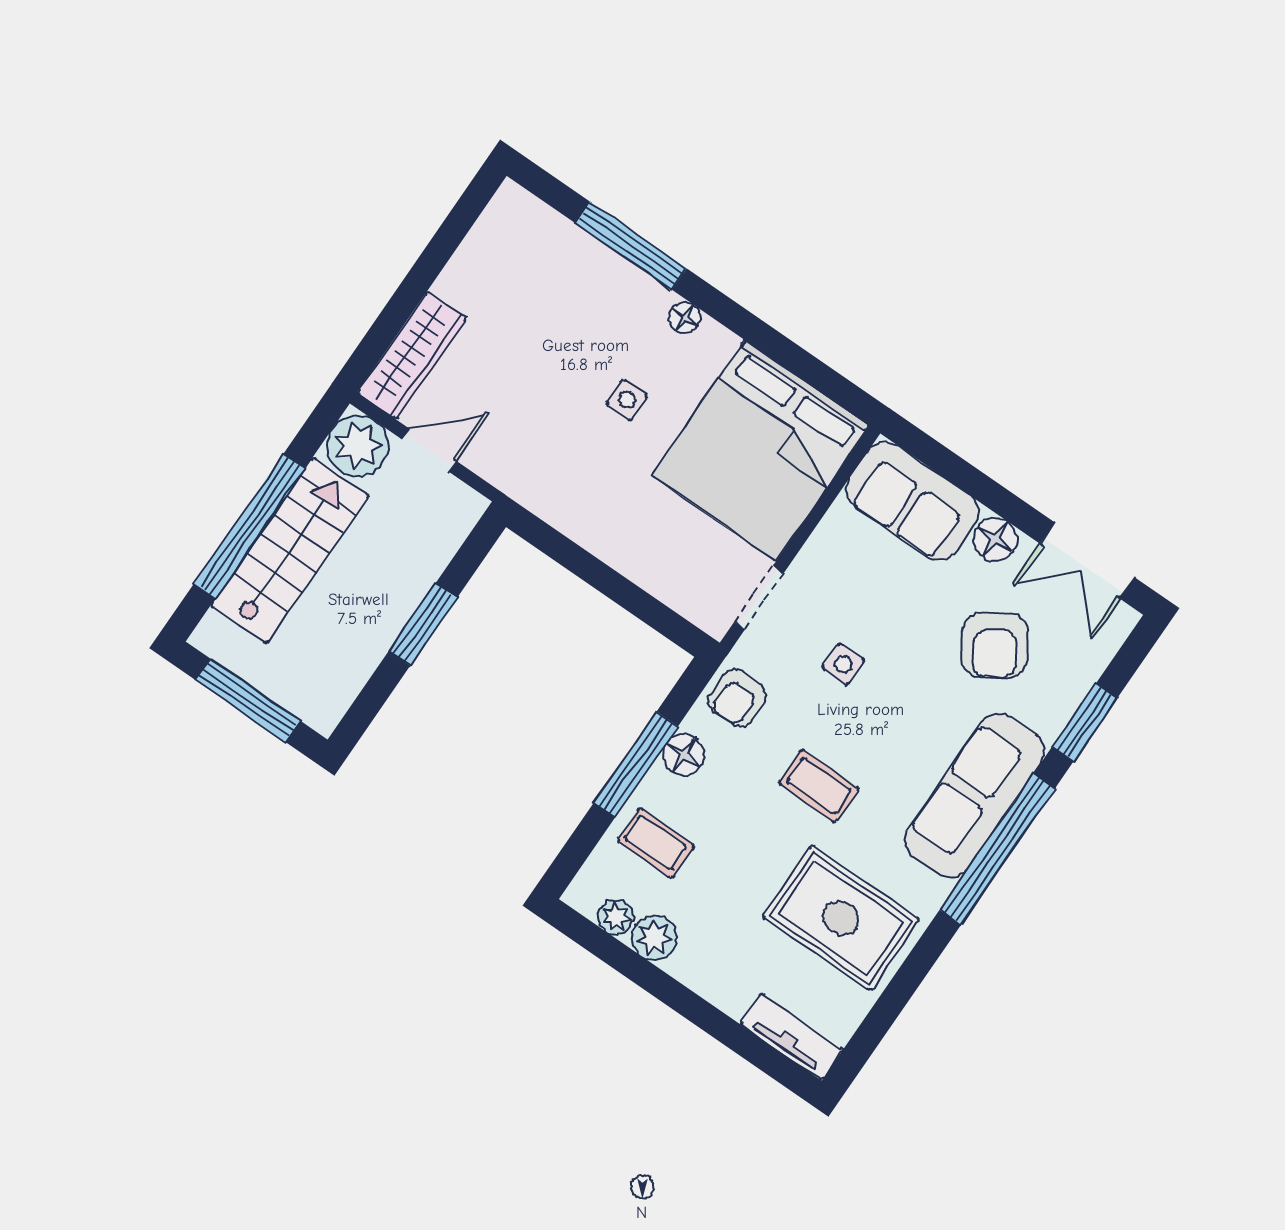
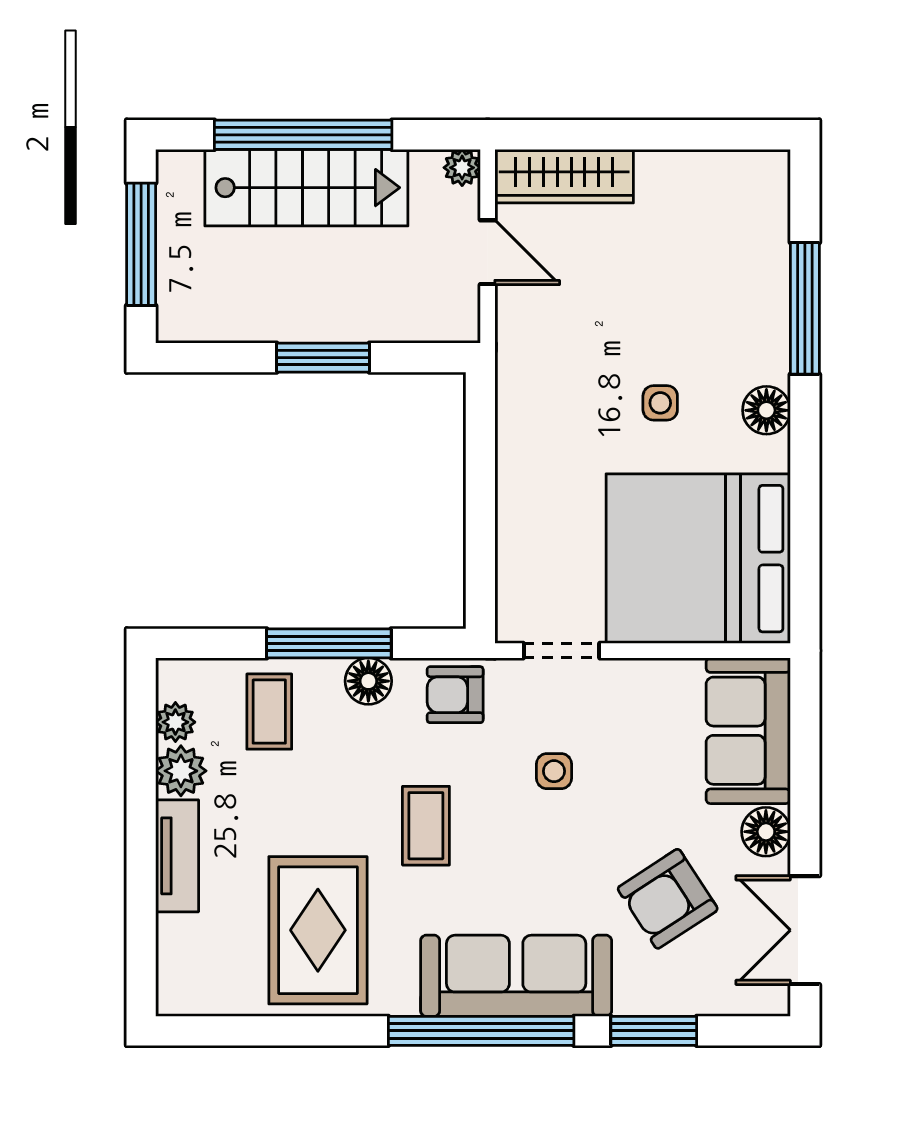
floor lamp: (685, 317) -> (766, 410), width x1.37, depth x1.37
plant: (358, 446) -> (462, 168), width x0.53, depth x0.53
tv unit: (792, 1037) -> (177, 856), moved

